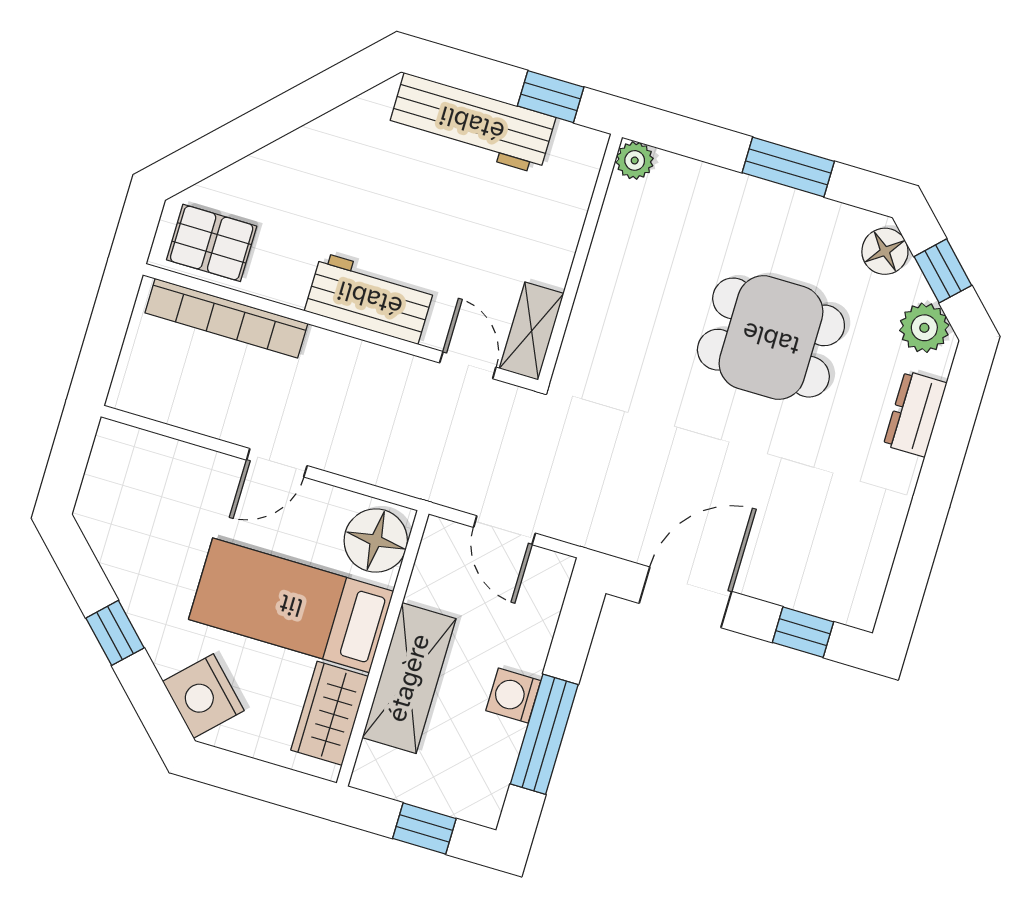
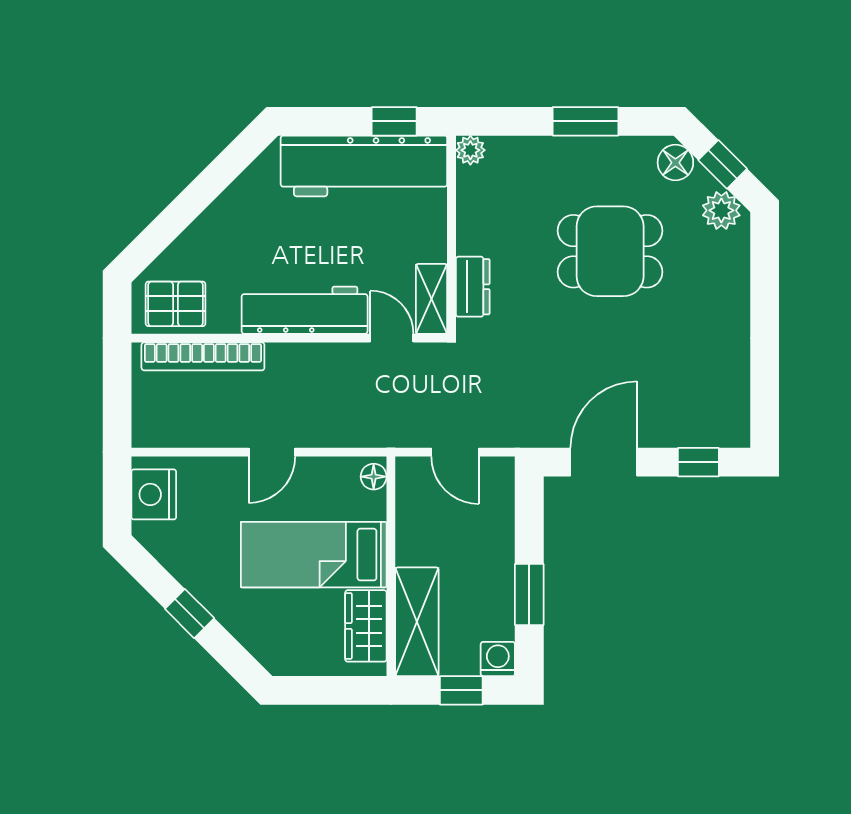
workbench: (472, 123) -> (364, 166), width x1.36, depth x1.32
workbench: (370, 298) -> (305, 310), width x1.37
dresser: (915, 414) -> (473, 287), moved, turned 180
floor lamp: (376, 541) -> (374, 477), width x0.53, depth x0.53
shelving: (409, 678) -> (417, 622), moved
nightstand: (203, 696) -> (154, 494), moved, turned 45
washing machine: (513, 696) -> (498, 659), moved, turned 90
window: (544, 734) -> (529, 594), width x0.69

